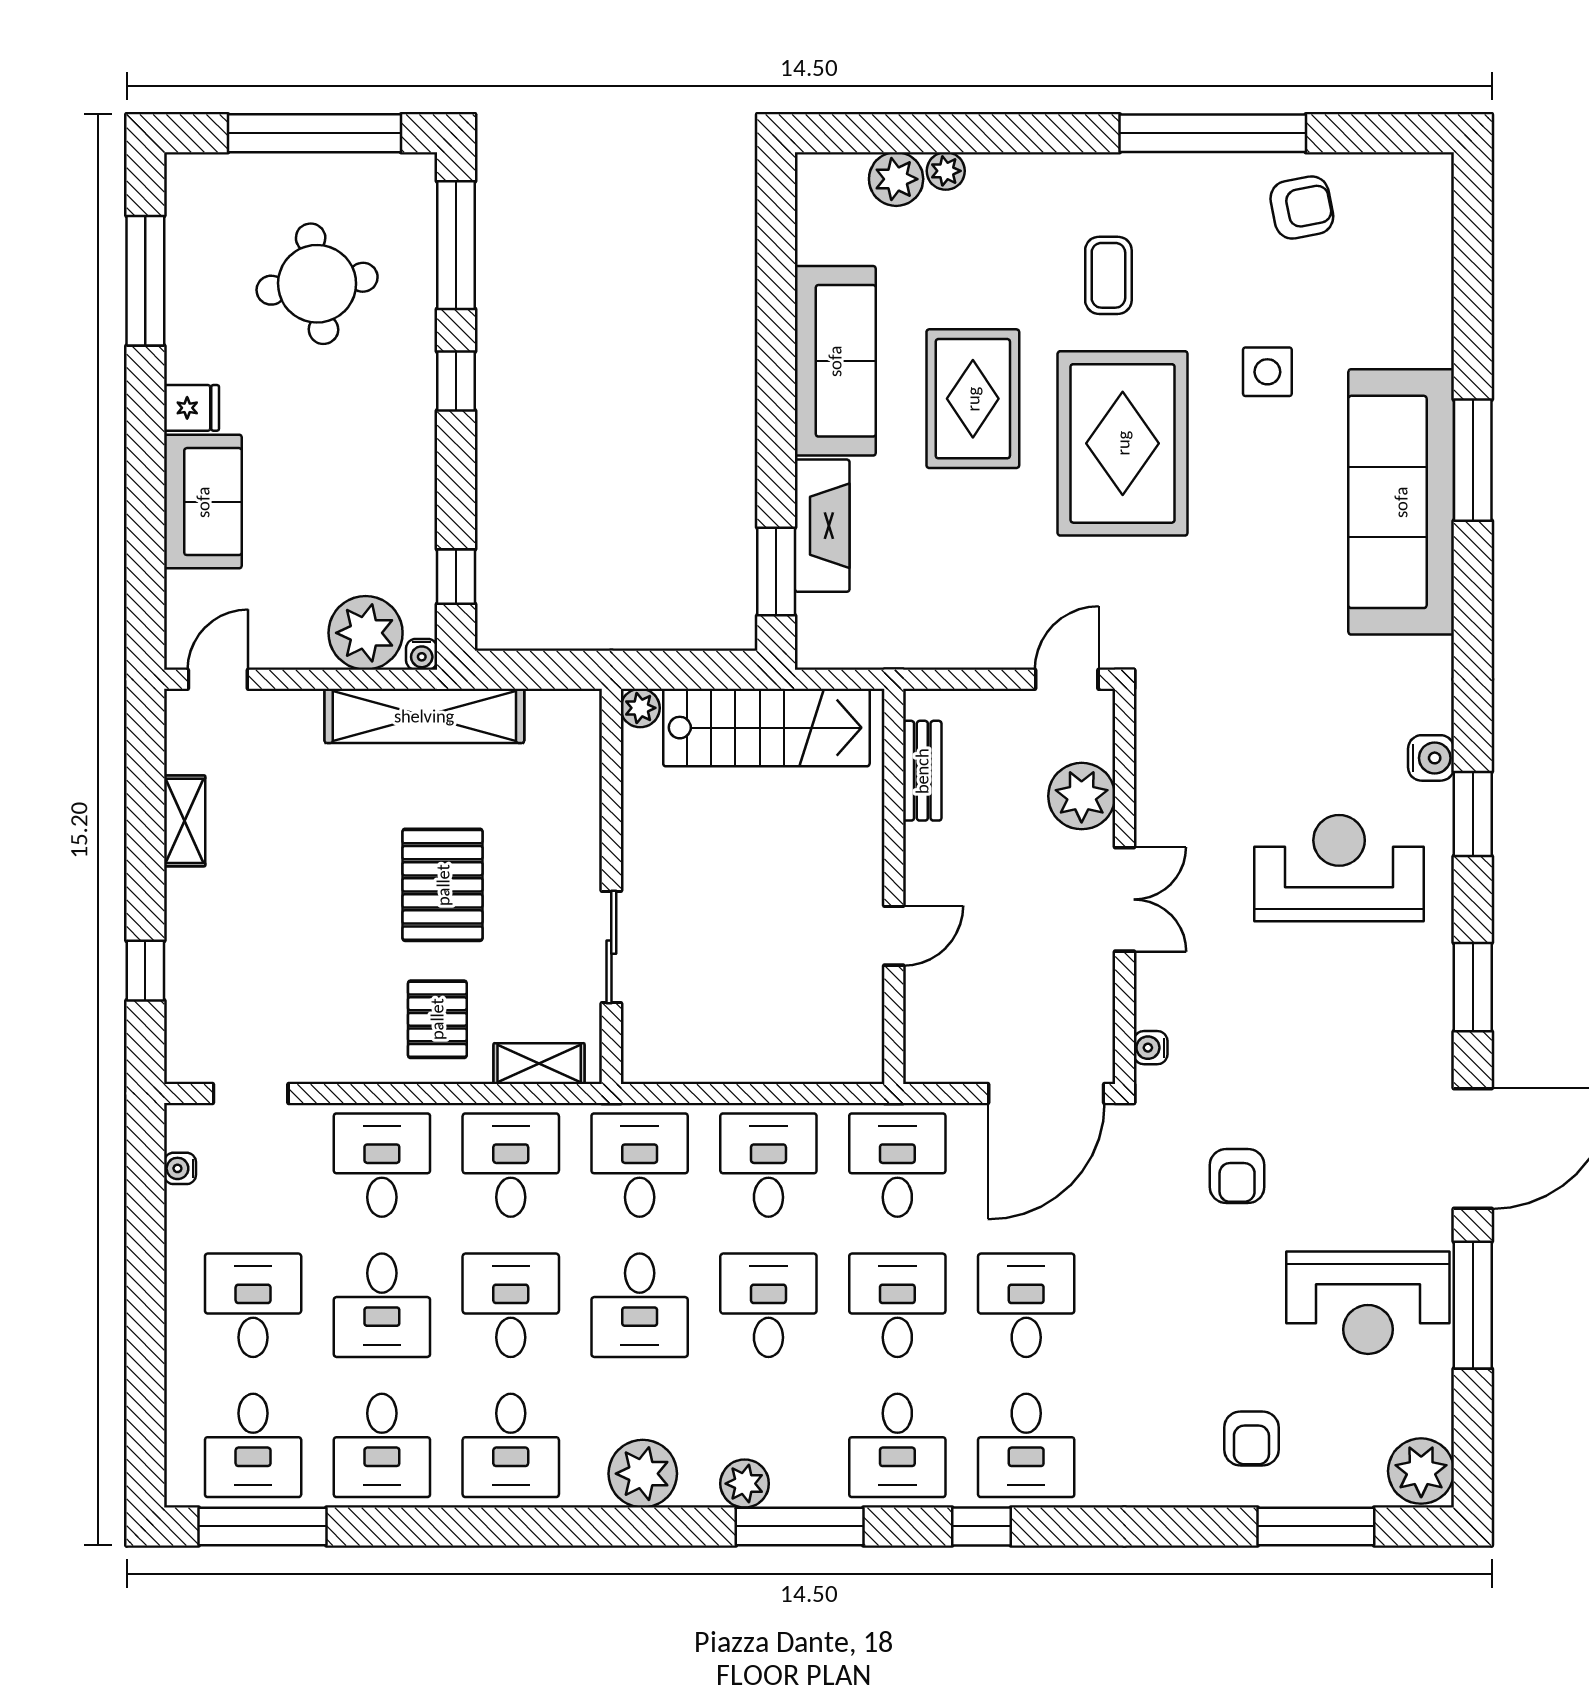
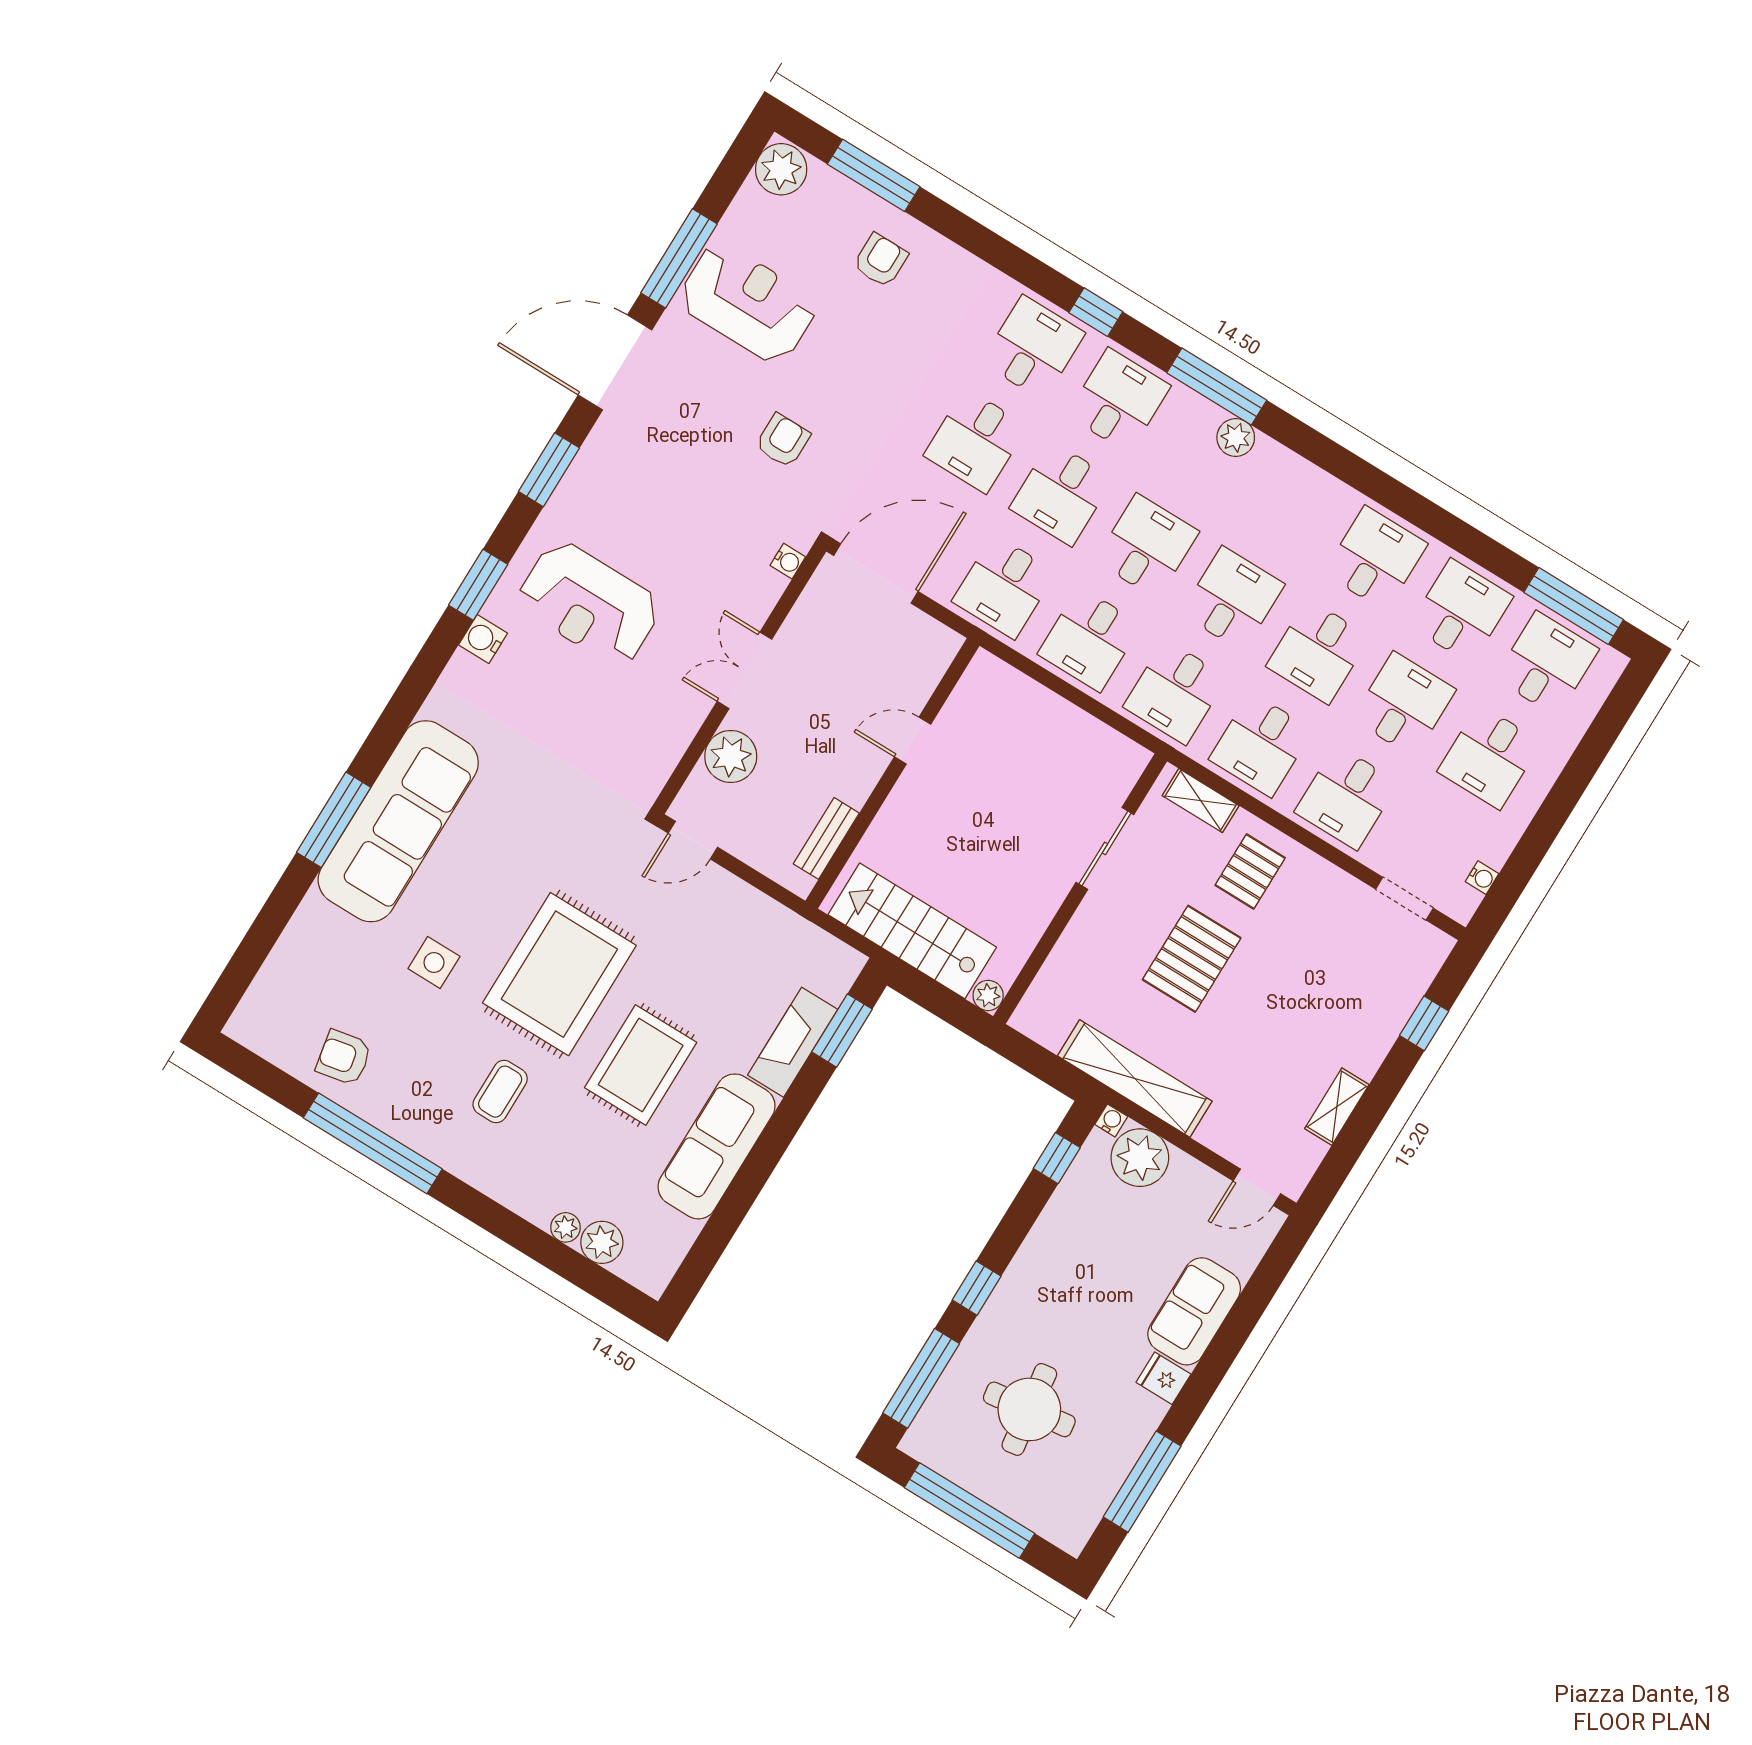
desk: (768, 1305) -> (1147, 546), turned 180
plant: (643, 1474) -> (1299, 486), removed

